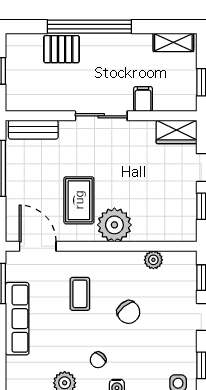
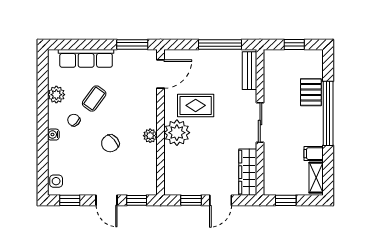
filing cabinet: (143, 99) -> (314, 154), moved, turned 180
wardrobe: (177, 132) -> (248, 172), width x1.50
plant: (153, 260) -> (150, 136), moved
coffee table: (80, 294) -> (94, 99), moved, turned -54
row of seats: (17, 319) -> (86, 58), moved

